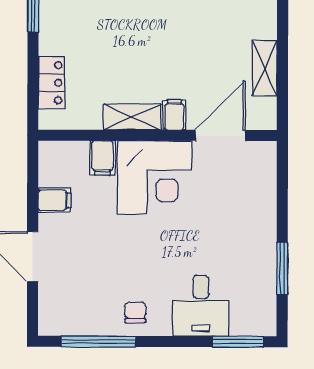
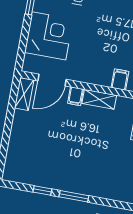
shelving: (265, 68) -> (24, 94), moved
corner desk: (154, 178) -> (49, 36), moved, turned 90

